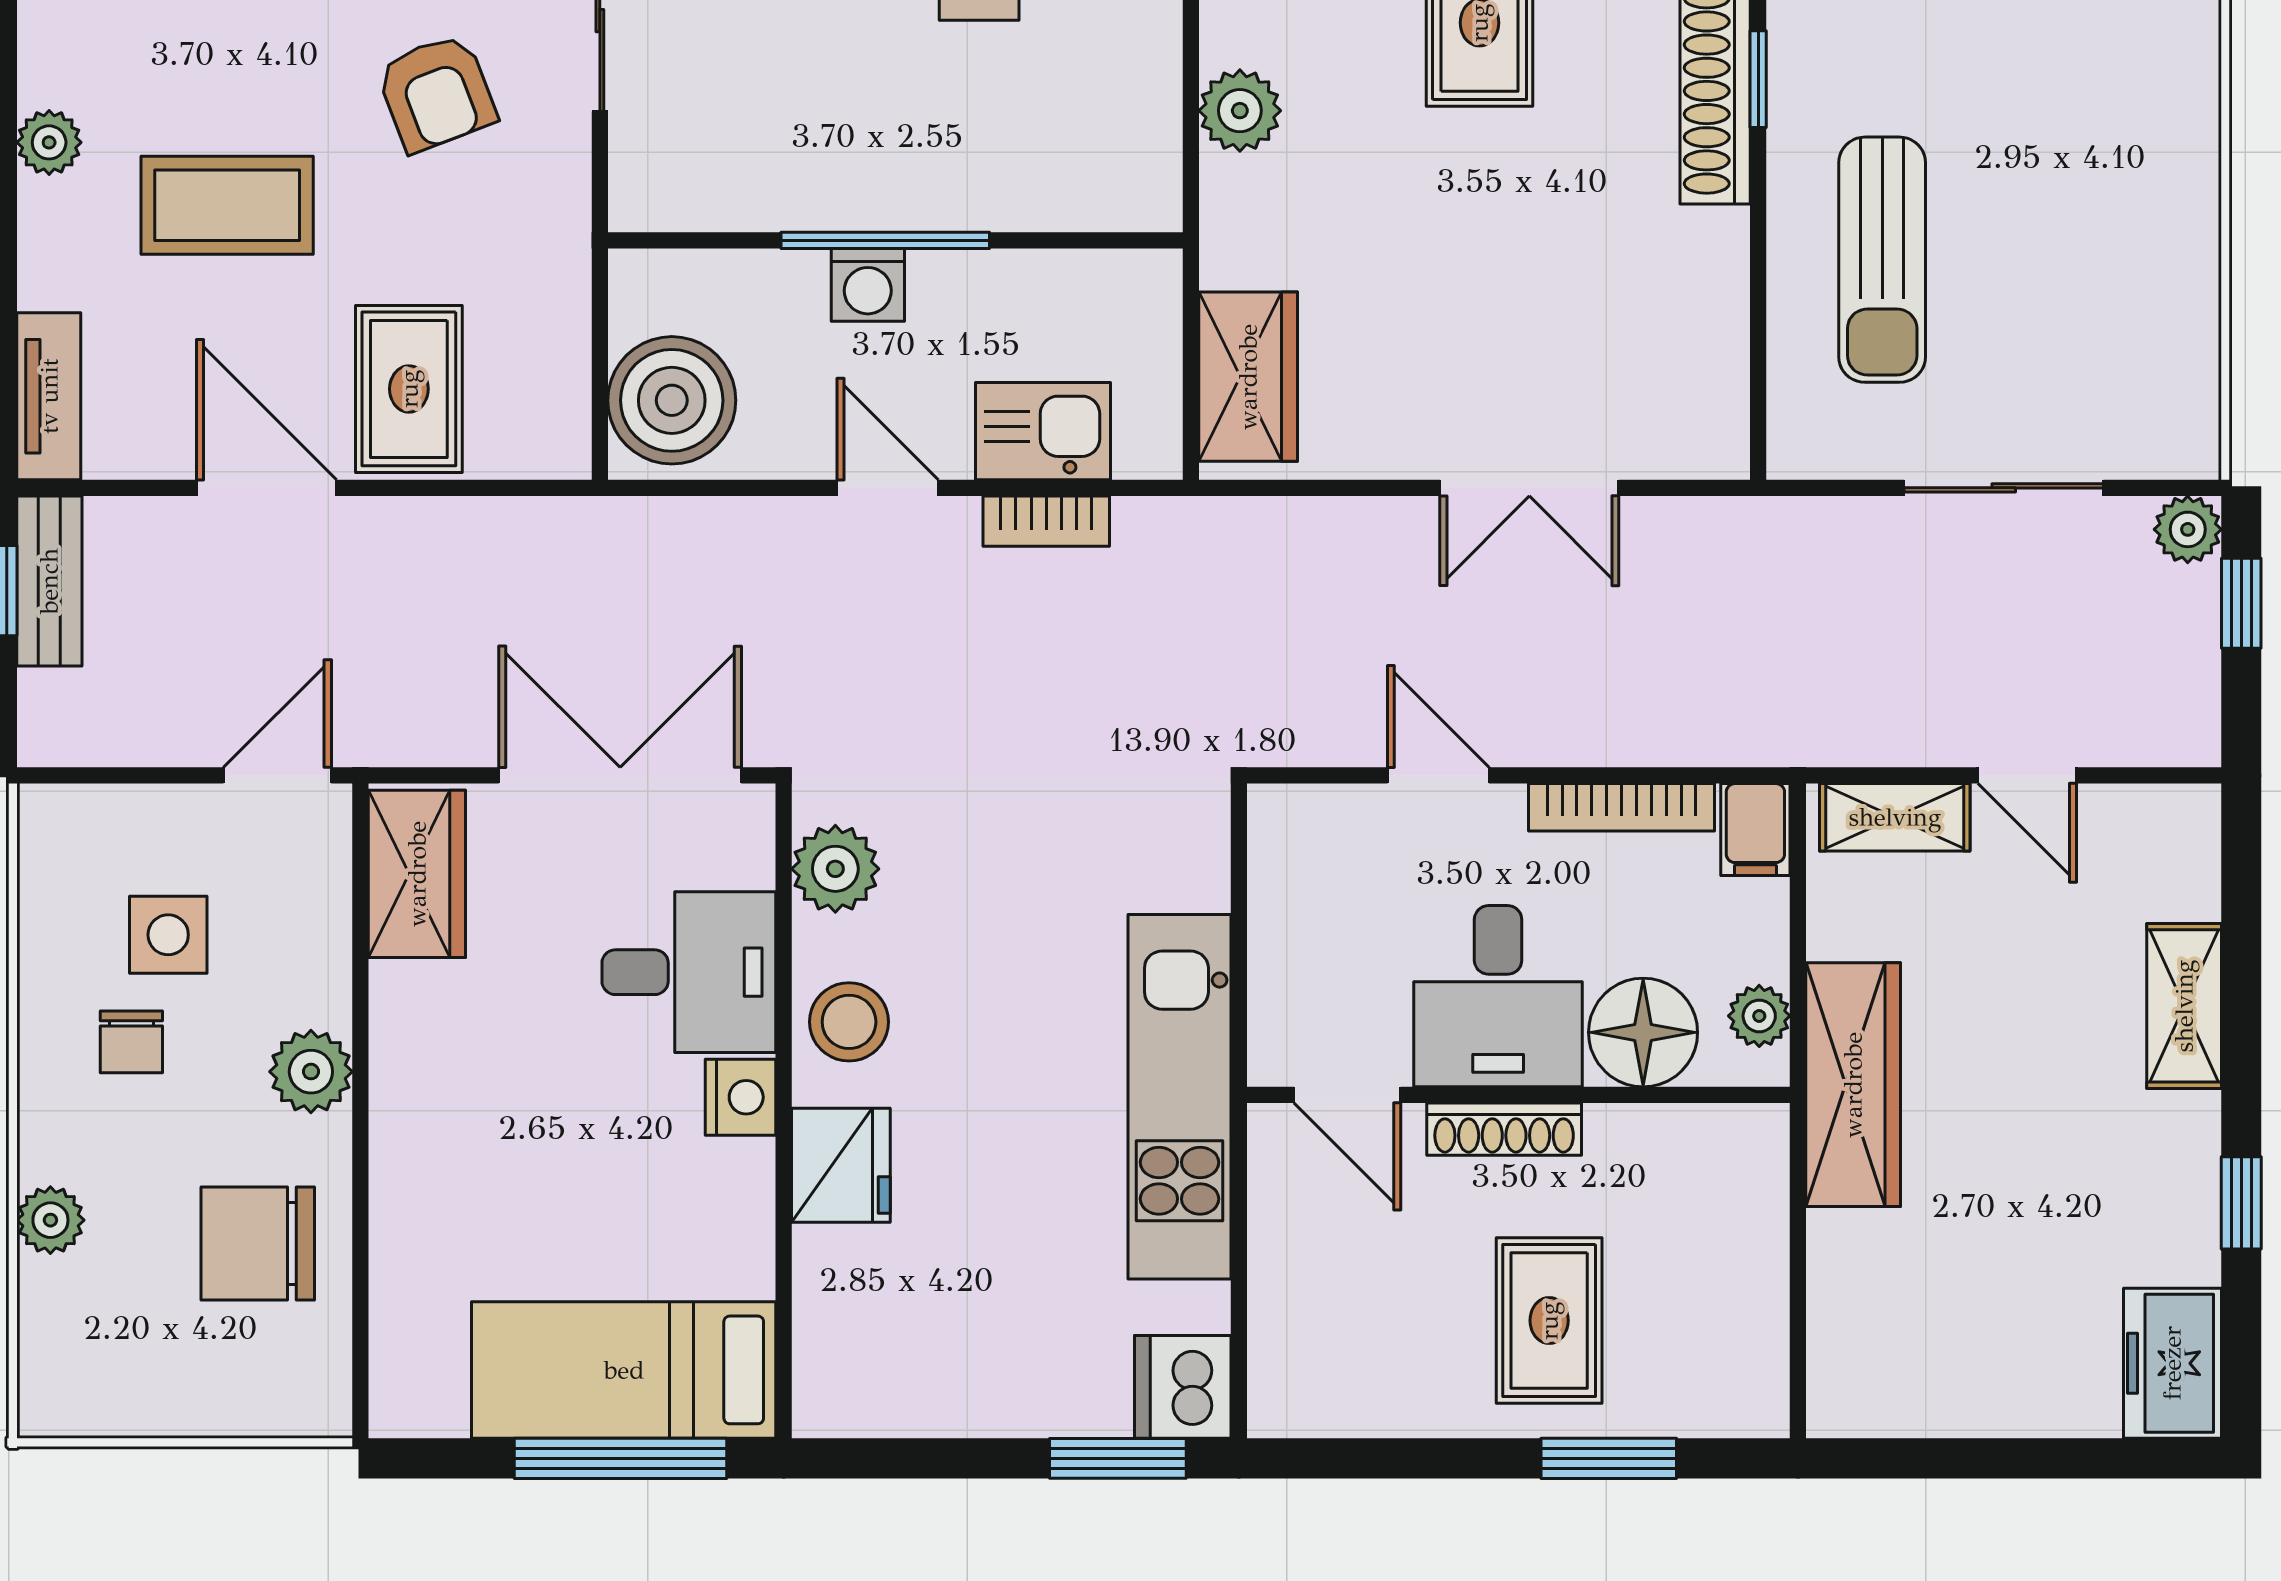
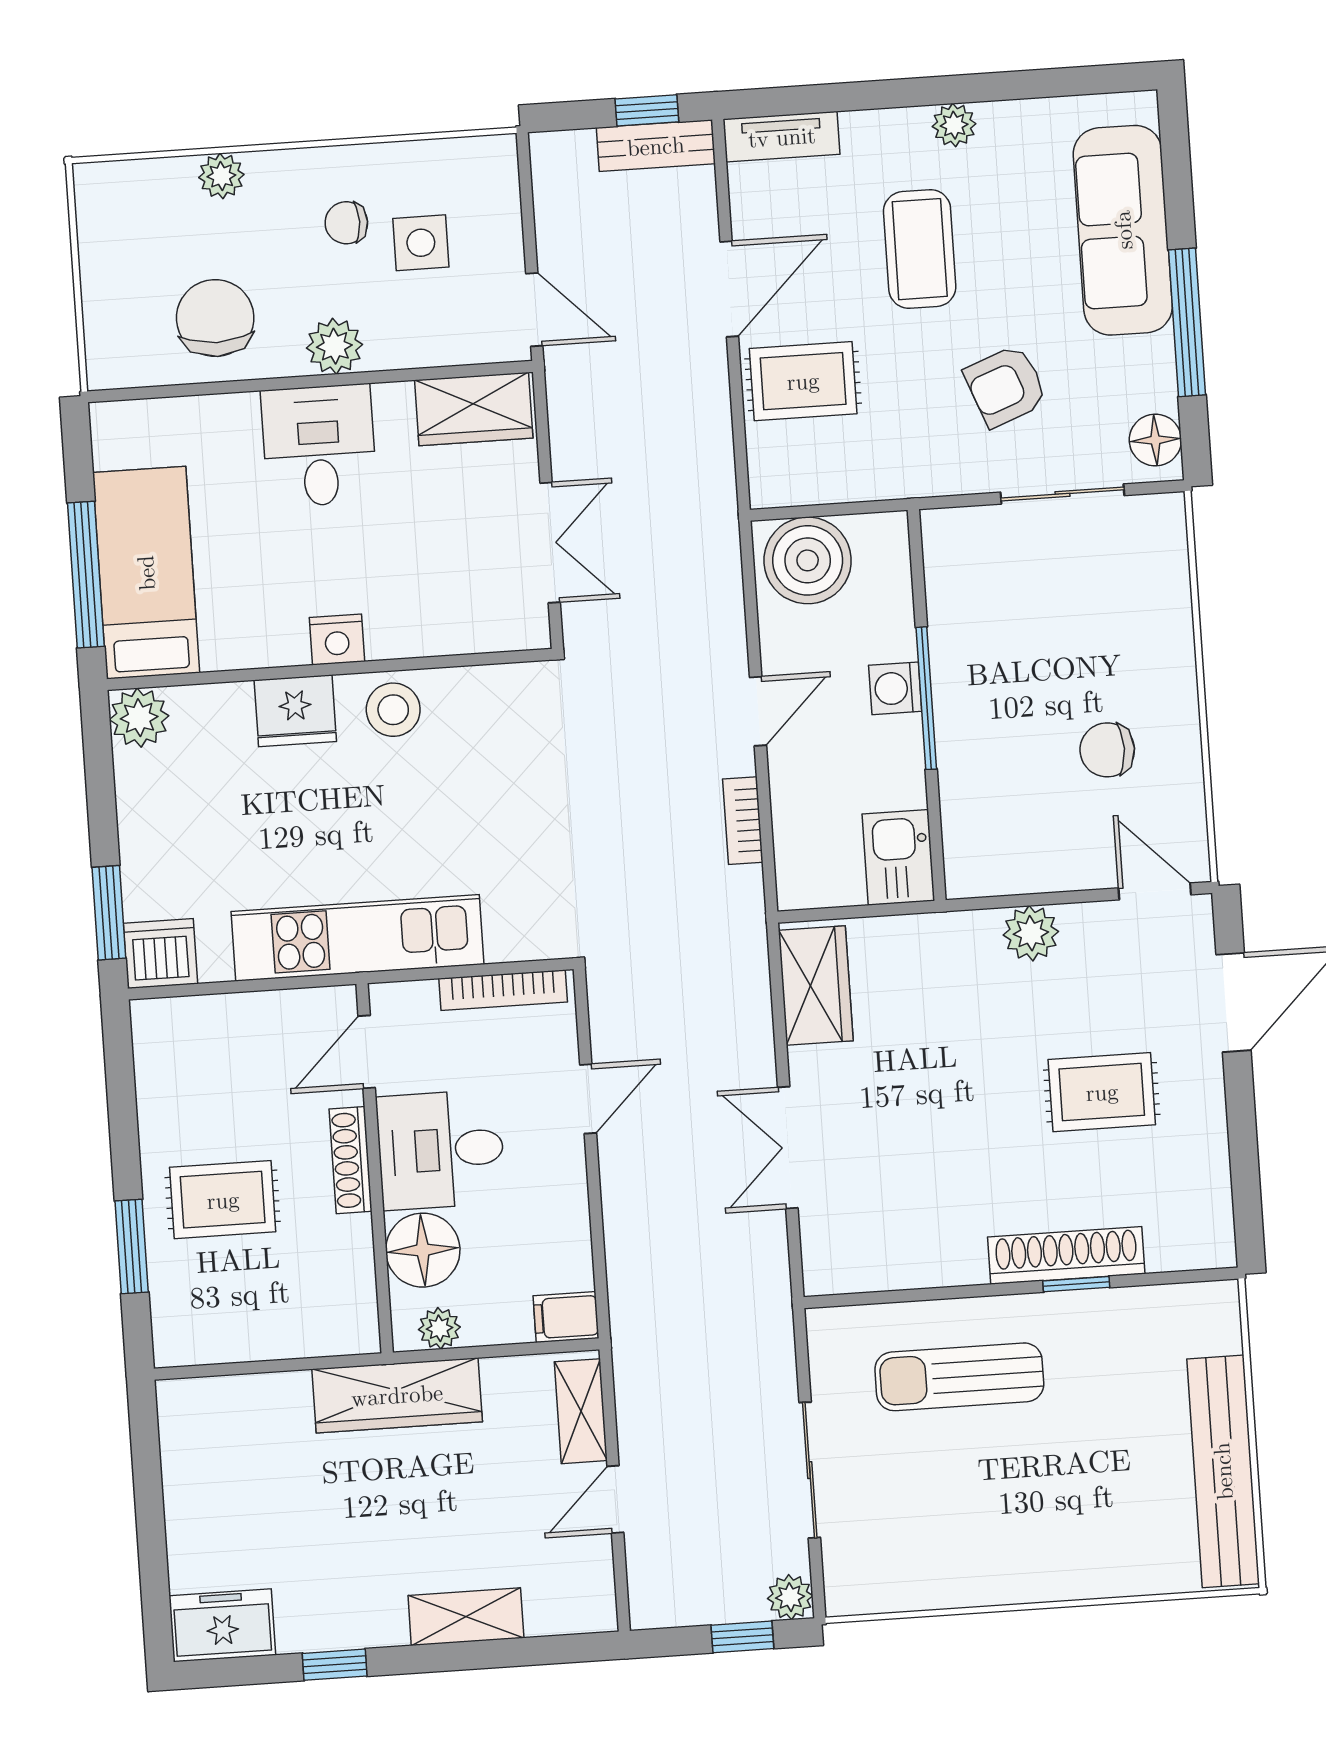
wardrobe: (1248, 377) -> (816, 986), moved, turned -90
kitchen sink: (1043, 431) -> (898, 857), moved, turned 180
double door: (620, 775) -> (550, 543), width x0.73
bookcase: (1622, 807) -> (503, 990), moved, turned -90
plant: (835, 869) -> (139, 718), moved
desk: (689, 972) -> (319, 446), moved, turned 180

